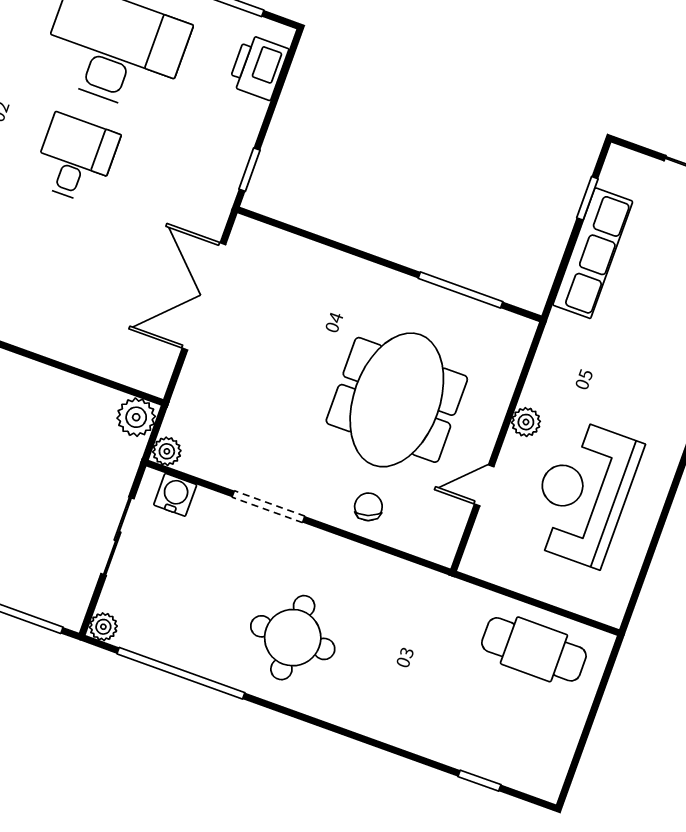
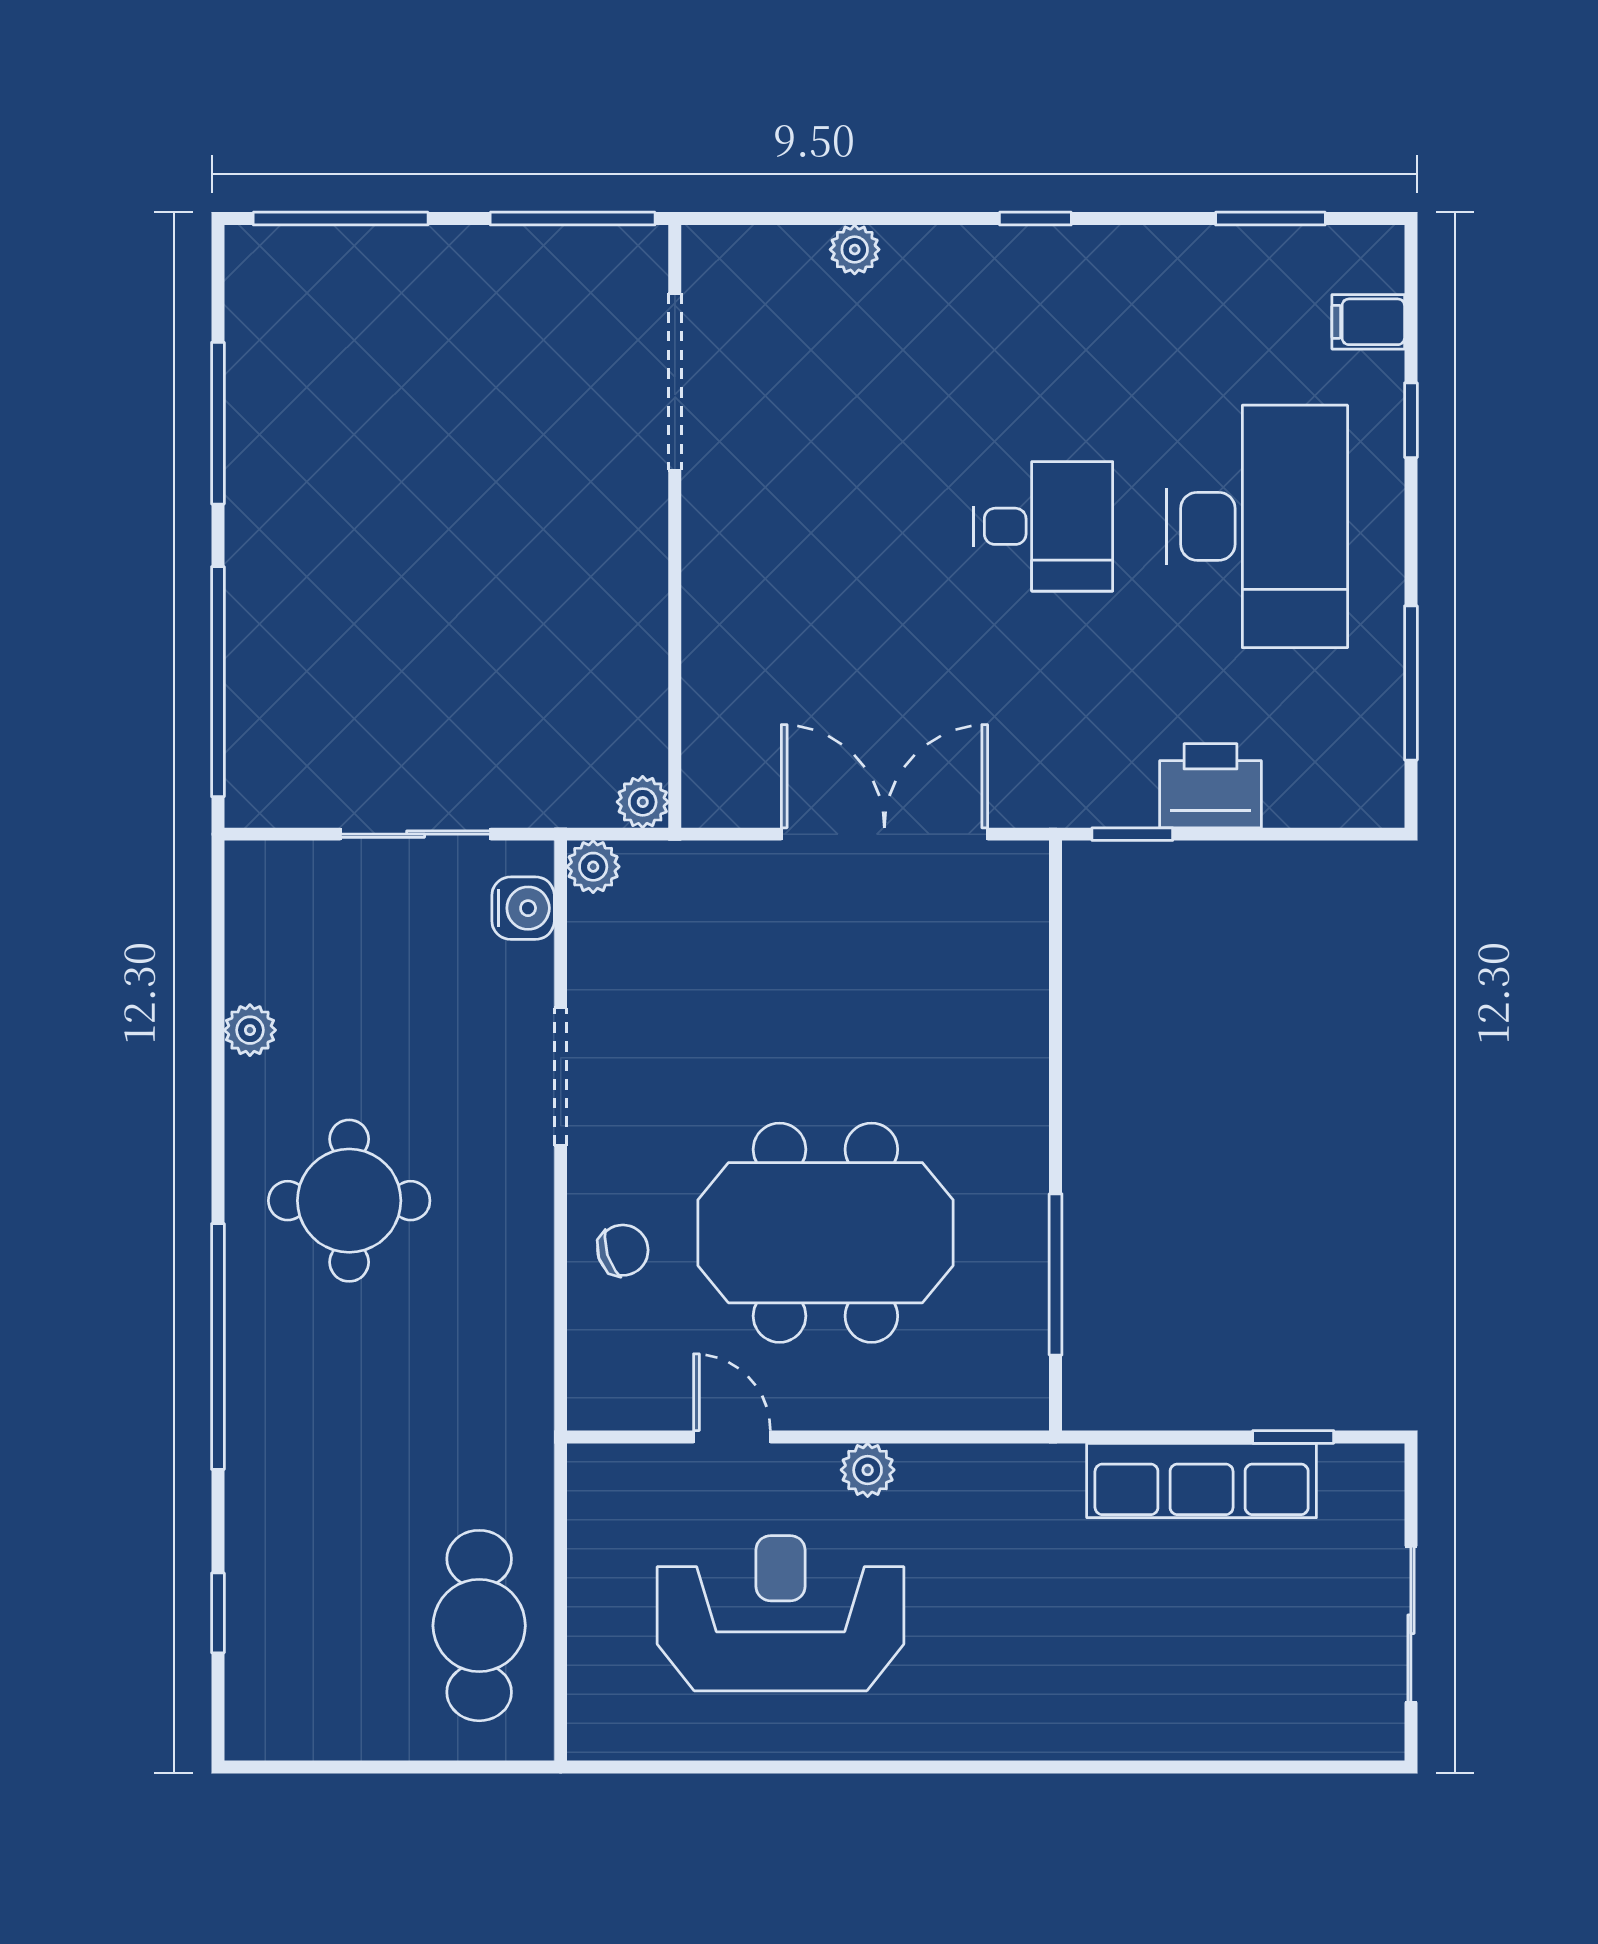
printer: (258, 67) -> (1211, 786), moved
plant: (136, 417) -> (643, 802), width x0.73, depth x0.73
plant: (103, 627) -> (250, 1030), moved
window: (181, 673) -> (218, 1346), moved

